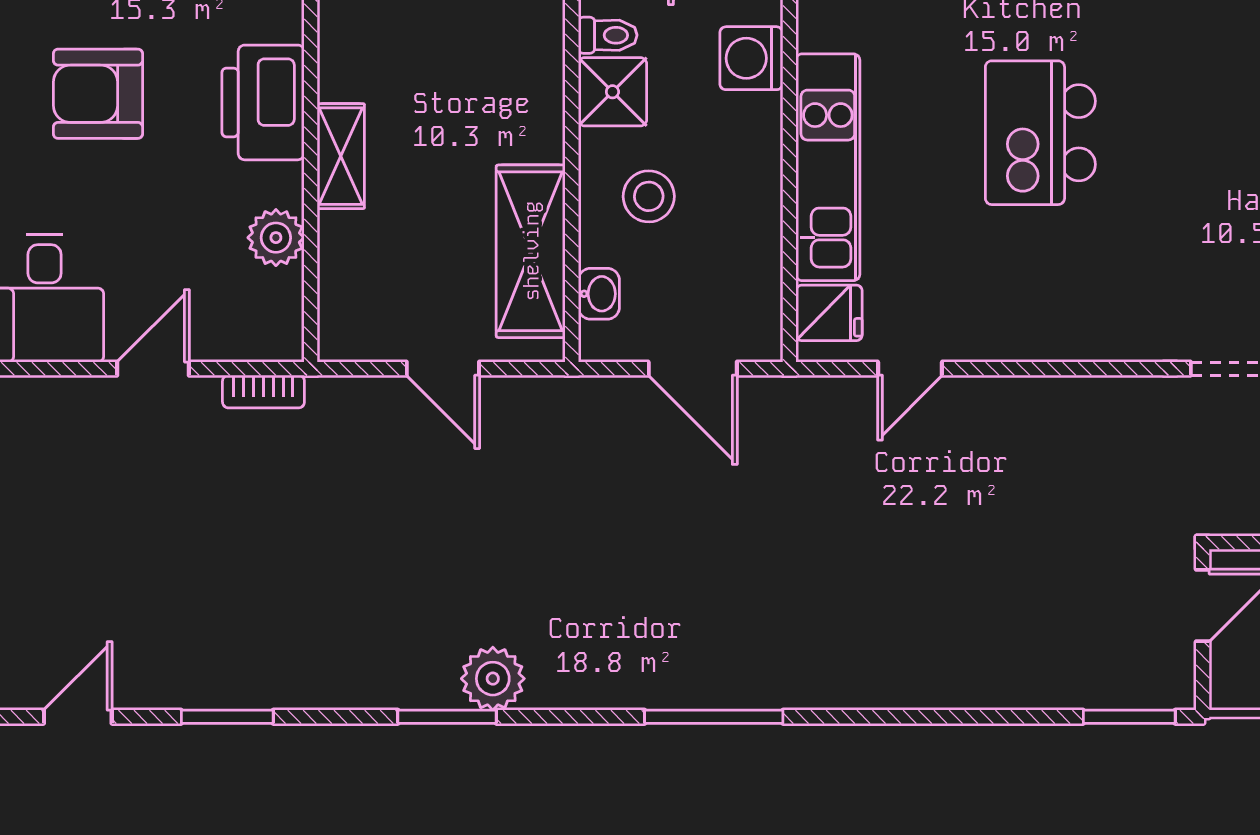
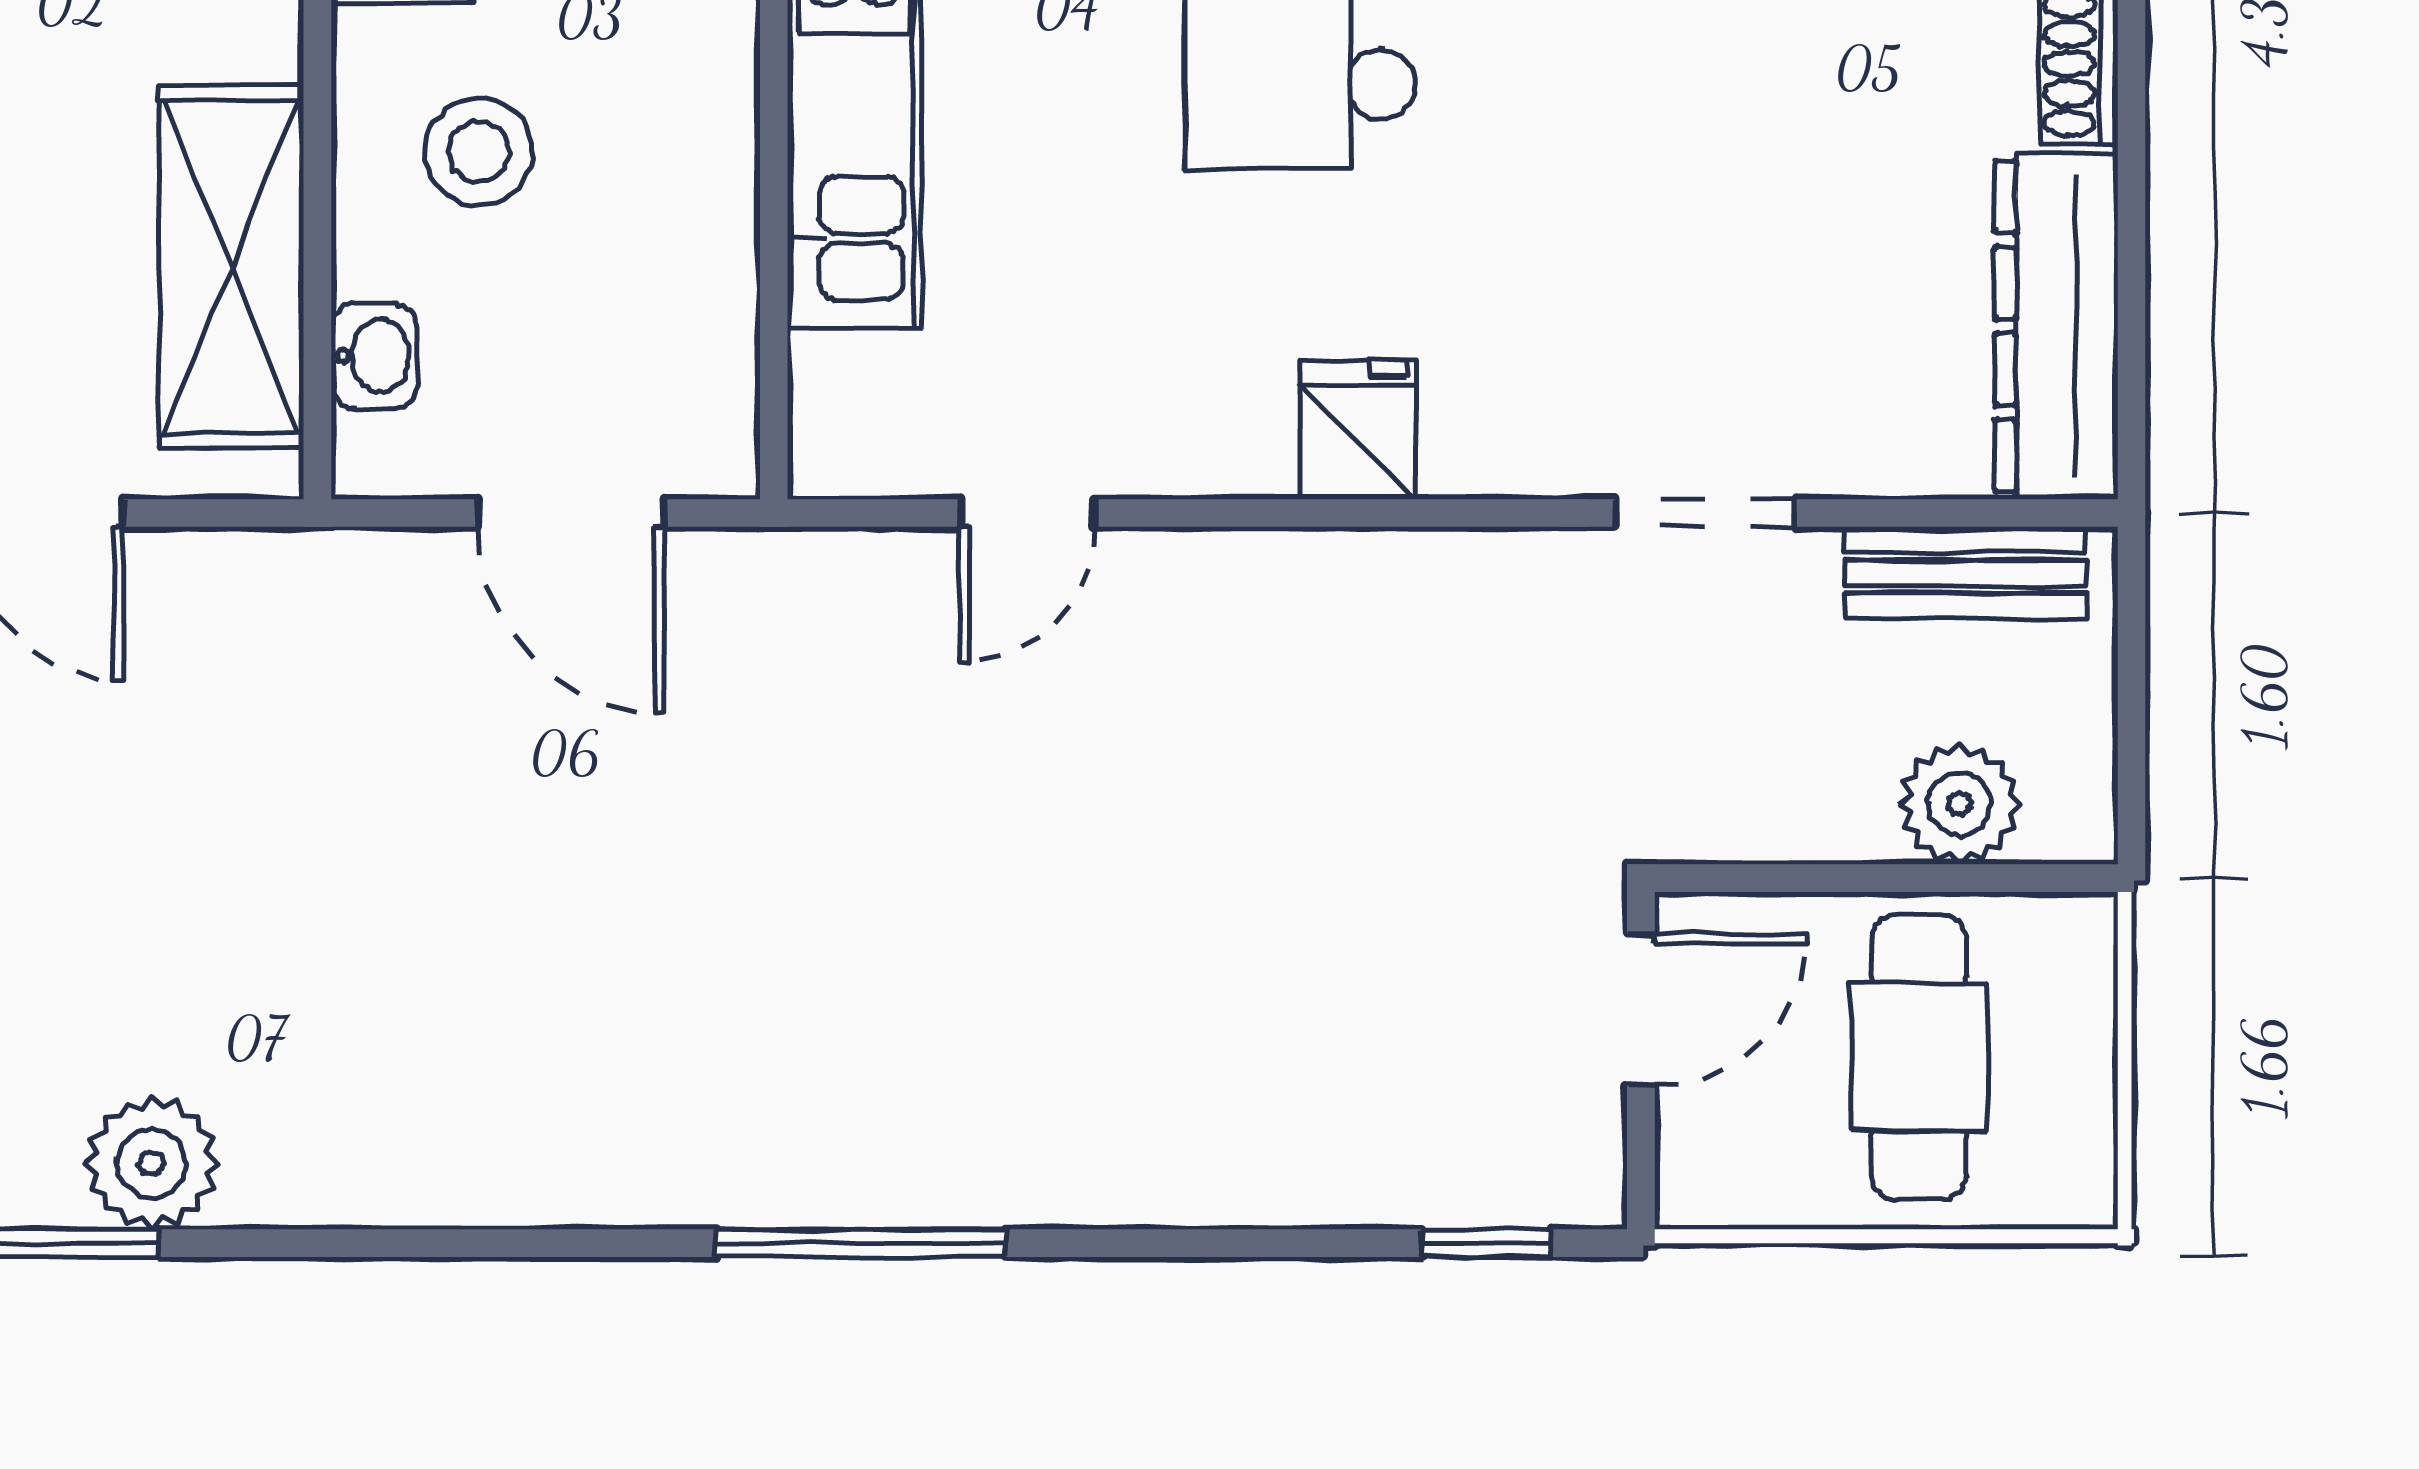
fridge: (829, 313) -> (1358, 430), moved, turned -90
window: (714, 717) -> (860, 1243), moved
window: (1129, 717) -> (1487, 1243), width x0.67

